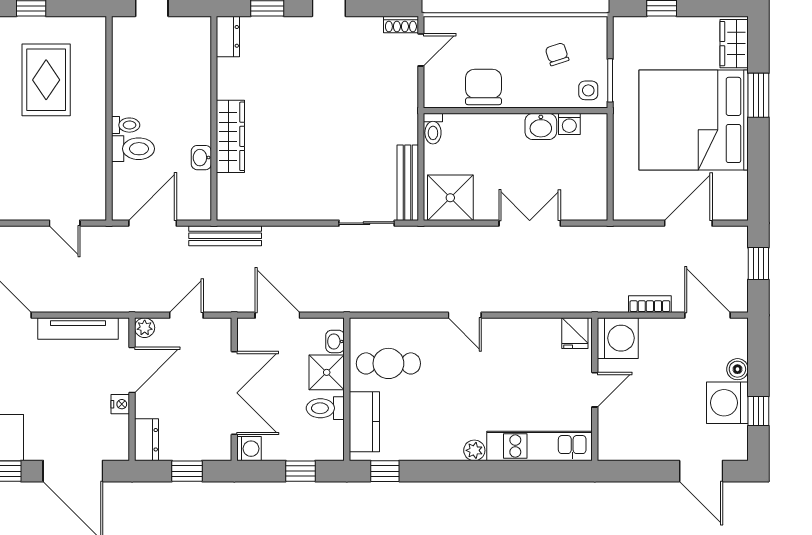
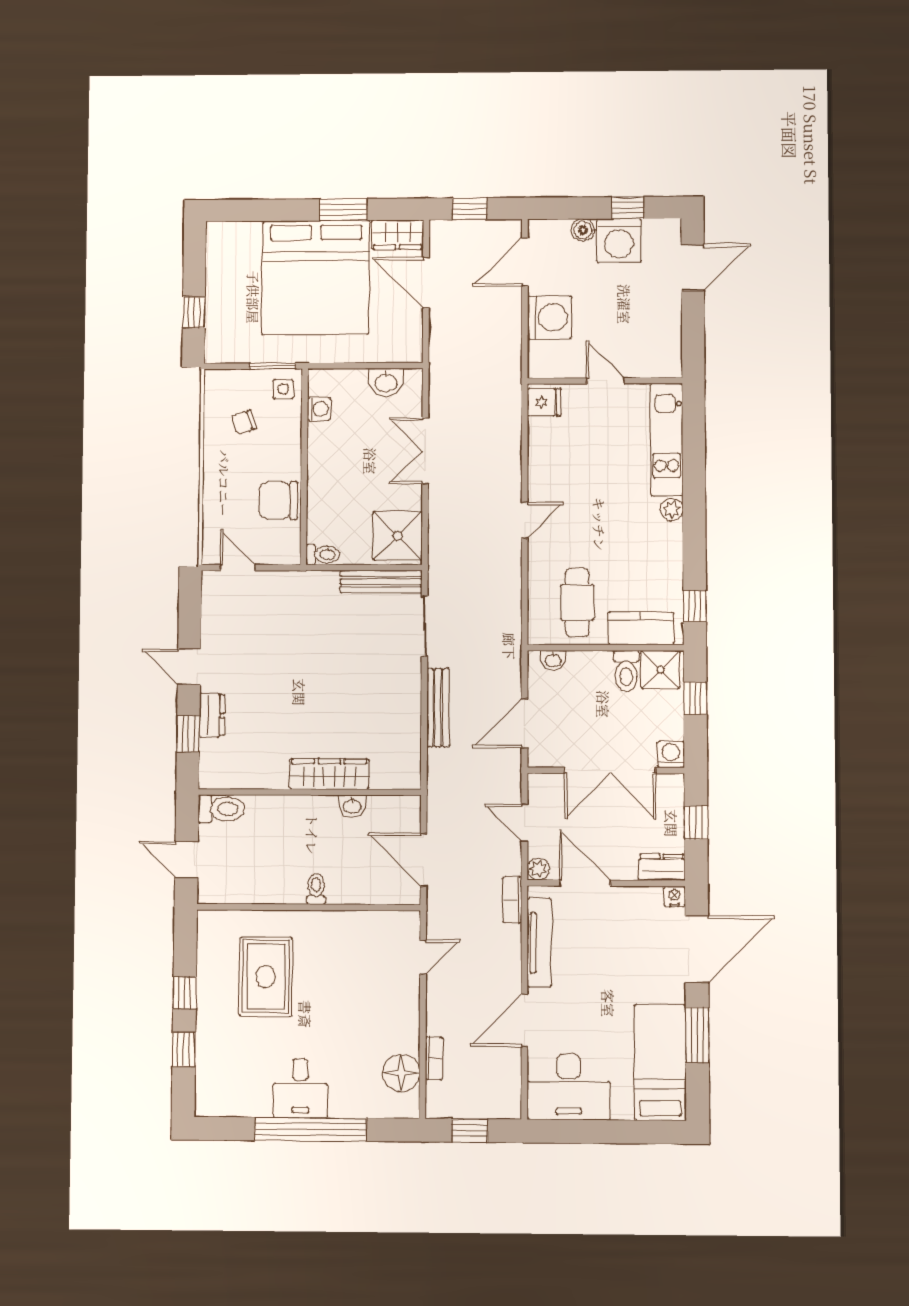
shoe rack: (401, 24) -> (210, 589), removed
dresser: (228, 36) -> (212, 715), moved, turned 90
wardrobe: (734, 44) -> (398, 235), moved
rug: (46, 80) -> (266, 977), turned 90
window: (758, 95) -> (343, 210), moved
washbasin: (541, 126) -> (386, 382), moved, turned 90
toilet: (133, 149) -> (221, 809), moved, turned 90
bench: (225, 236) -> (438, 708), moved
bookcase: (650, 304) -> (512, 900), moved
washing machine: (618, 338) -> (549, 317), moved, turned 90
shower: (327, 372) -> (660, 669), moved
double door: (234, 393) -> (610, 770), swing flipped
nightstand: (120, 404) -> (674, 896), moved

